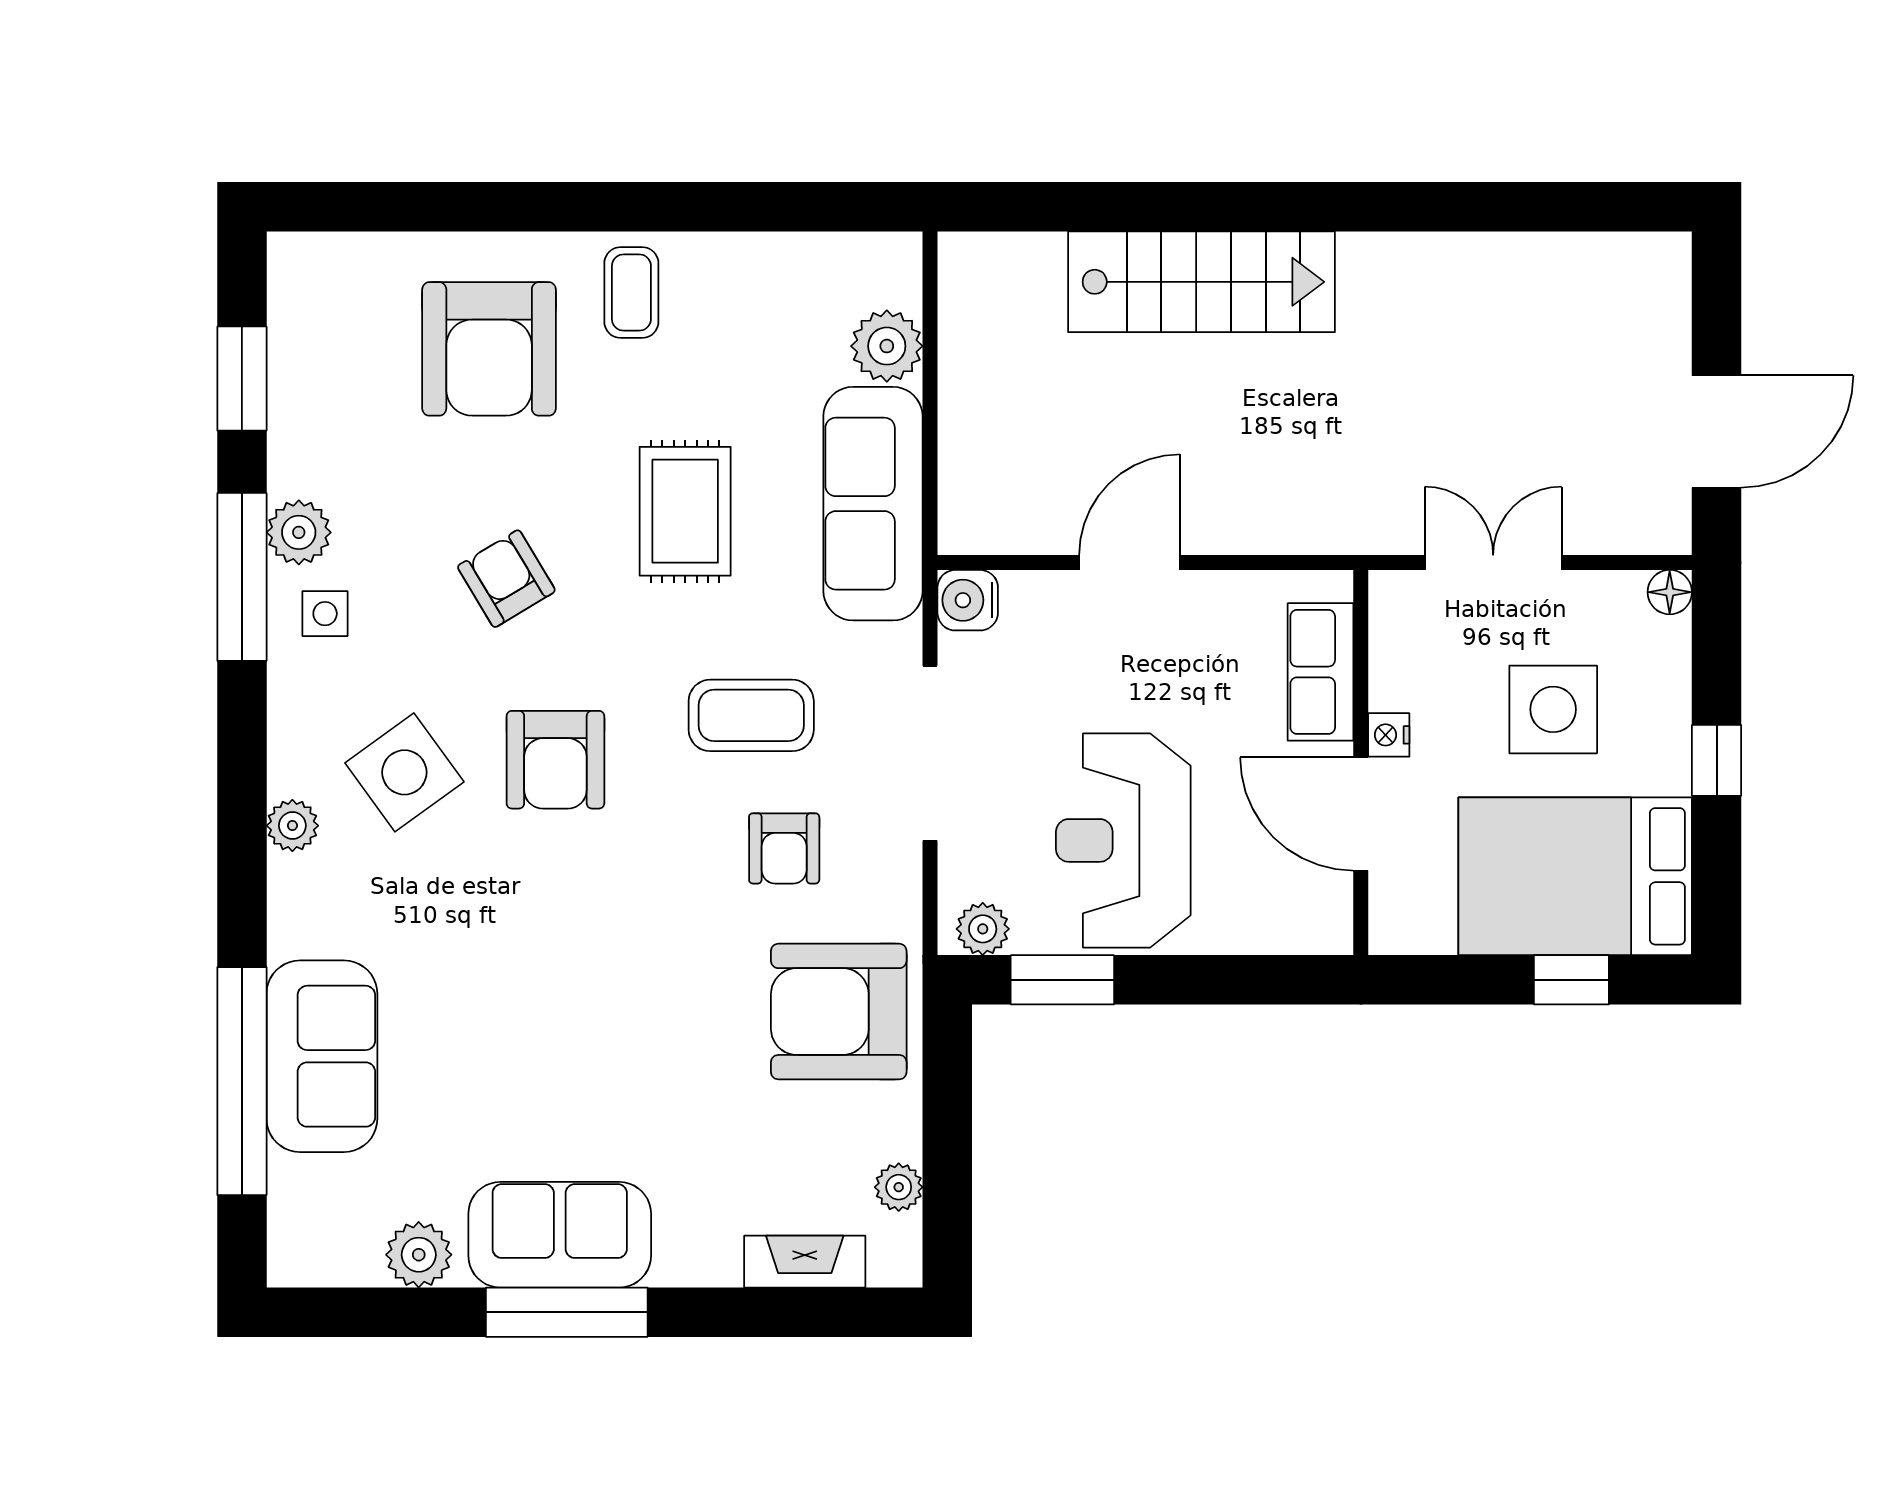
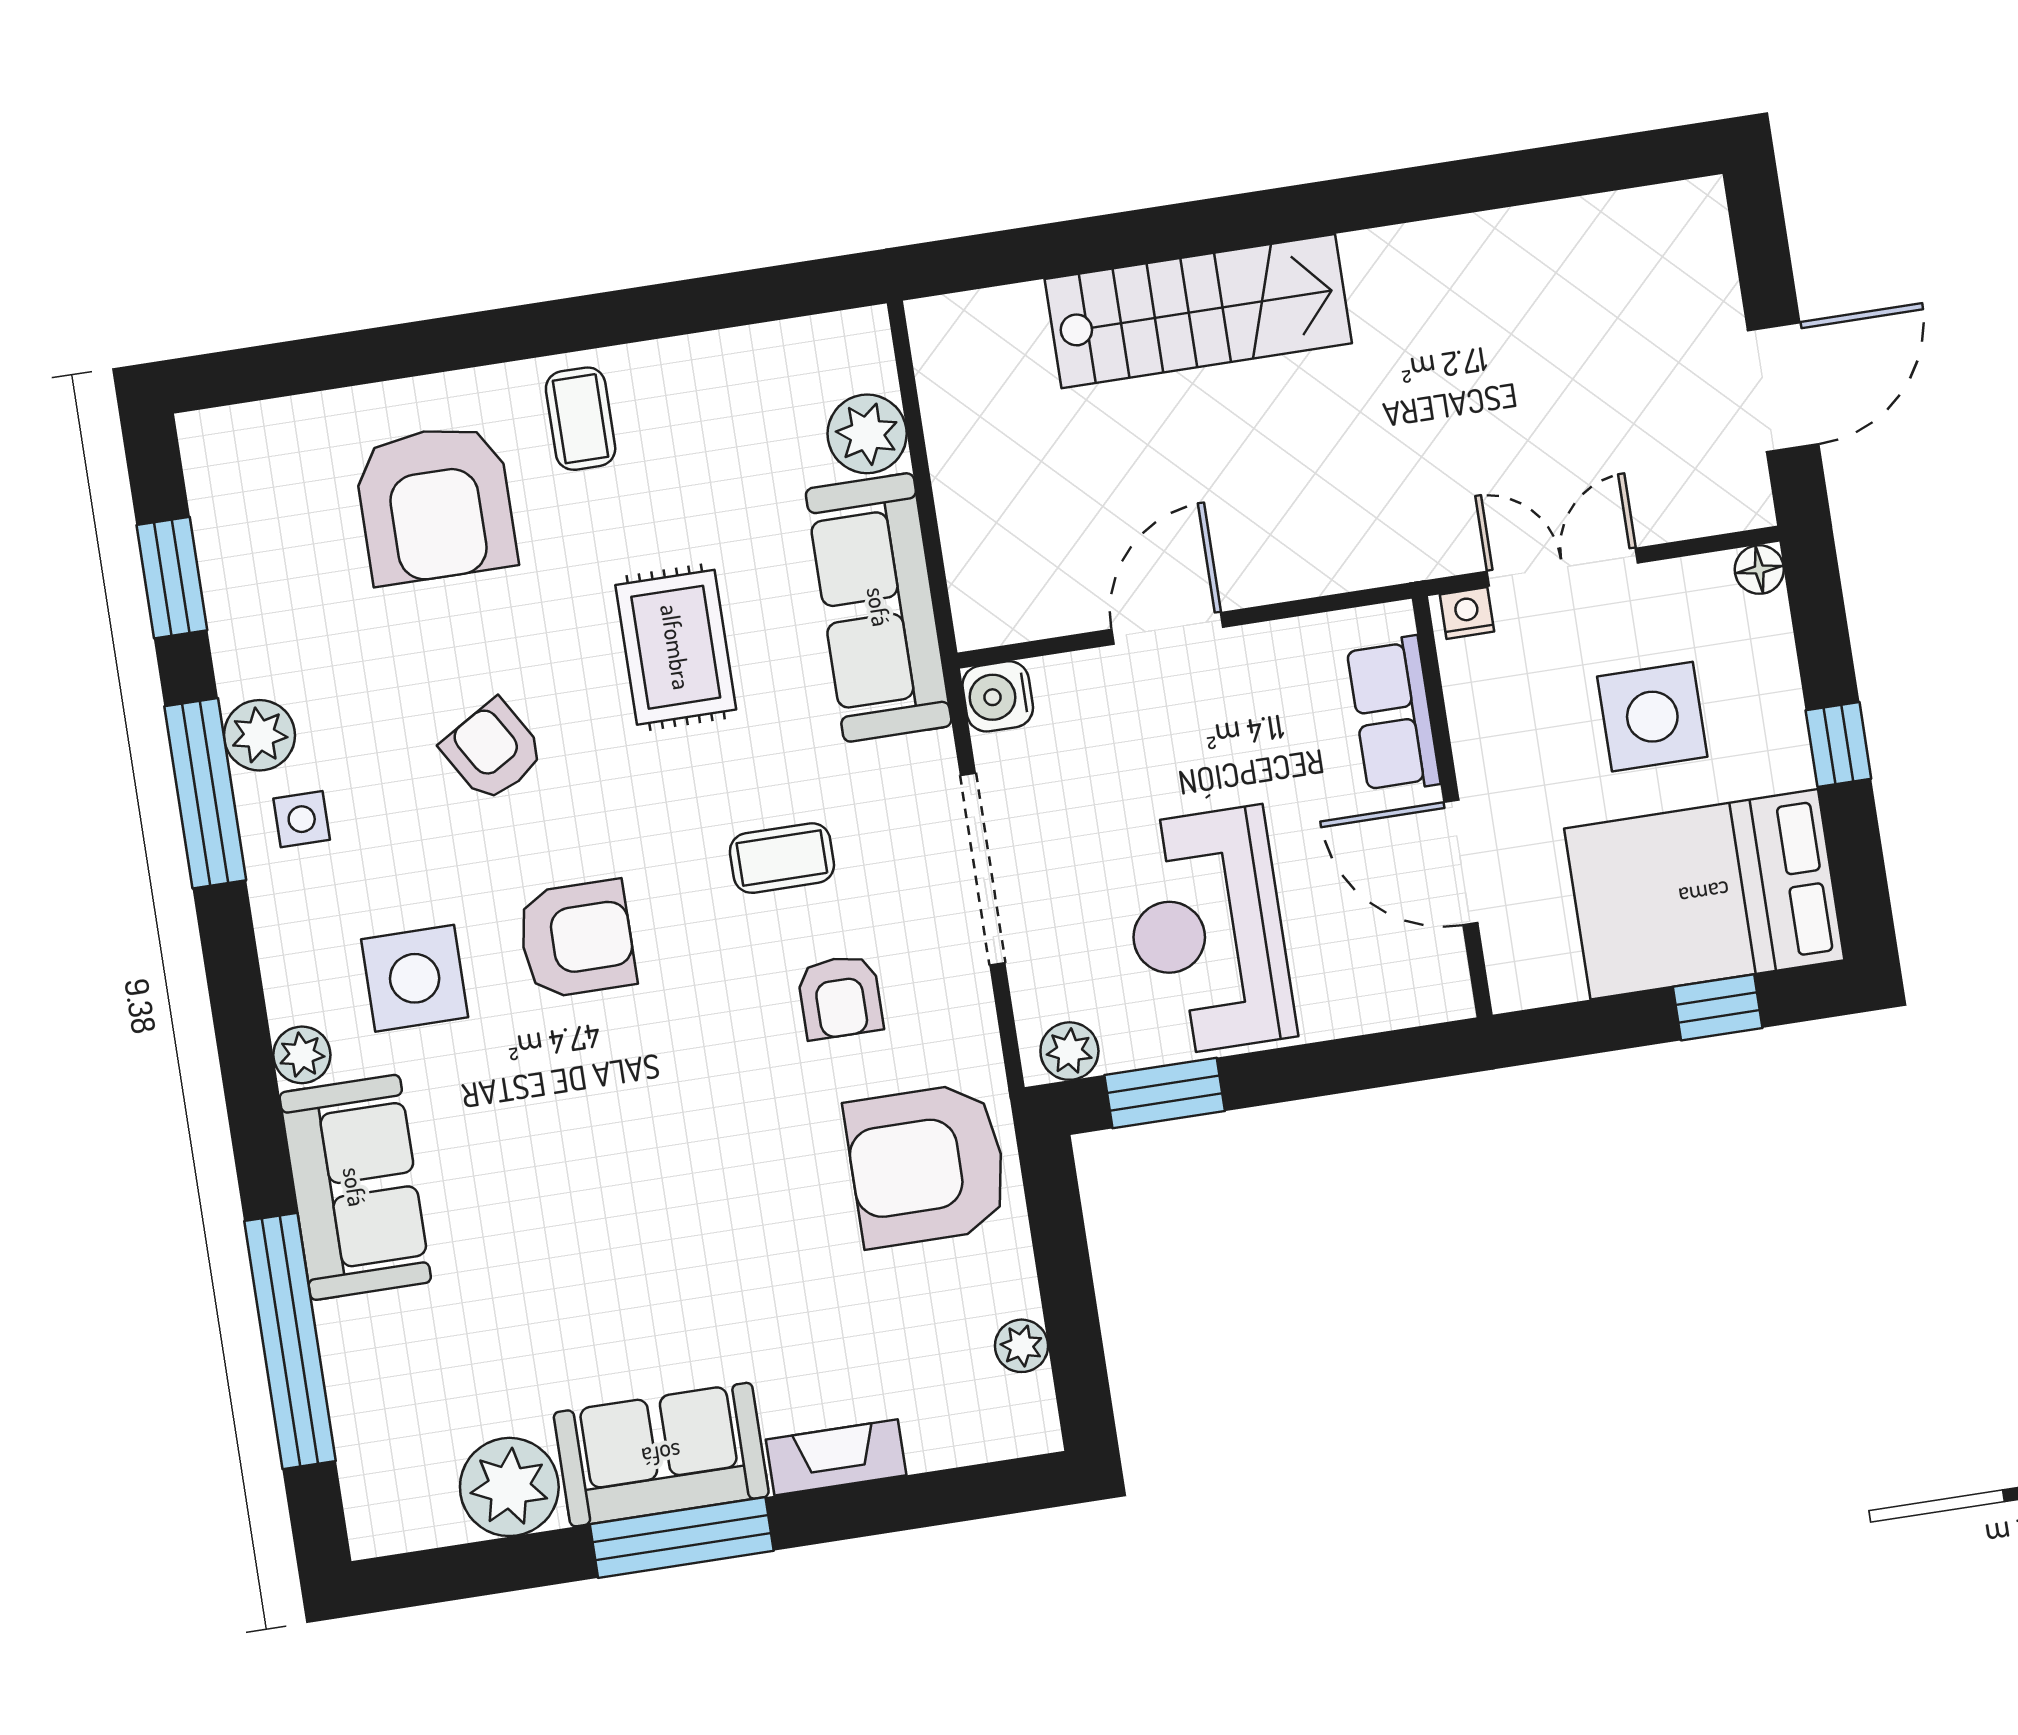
coffee table: (751, 715) -> (782, 858), width x0.73, depth x0.77
nightstand: (1389, 735) -> (1467, 613), moved, turned 90
armchair: (555, 760) -> (577, 939), turned -90
side table: (404, 772) -> (415, 978), turned 36
sofa: (322, 1056) -> (355, 1187), moved
plant: (419, 1255) -> (509, 1487), width x1.36, depth x1.36
fireplace: (805, 1262) -> (836, 1457), moved

